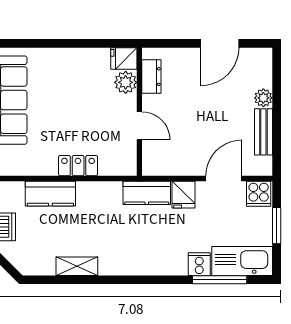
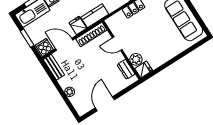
bench: (263, 132) -> (54, 67), moved
shoe rack: (171, 167) -> (91, 34), added
door: (224, 178) -> (64, 44), swing flipped

